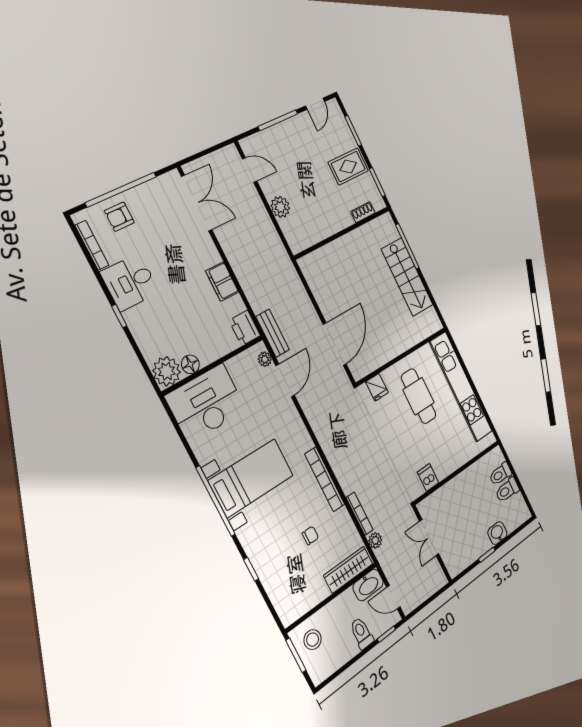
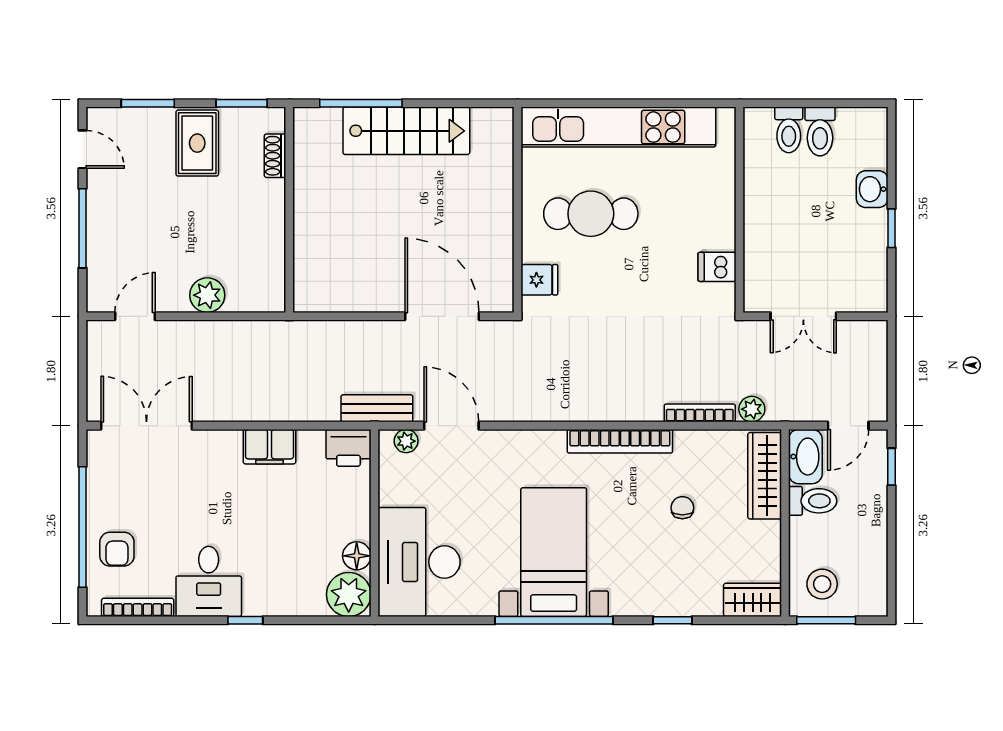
wardrobe: (285, 607) -> (753, 600), added
toilet: (362, 633) -> (813, 501), moved, turned 180

